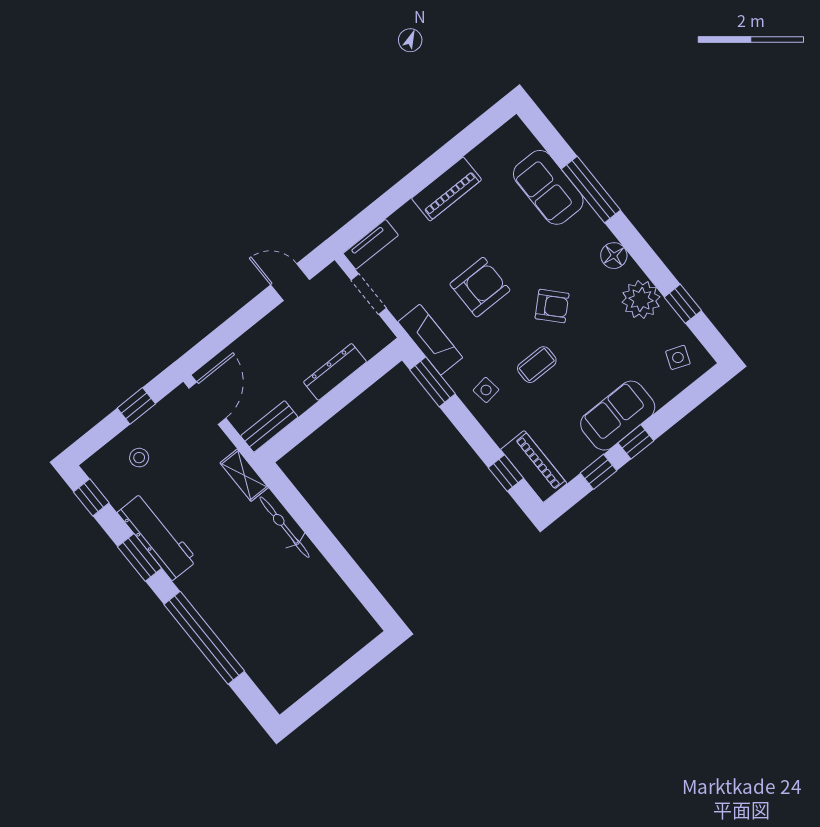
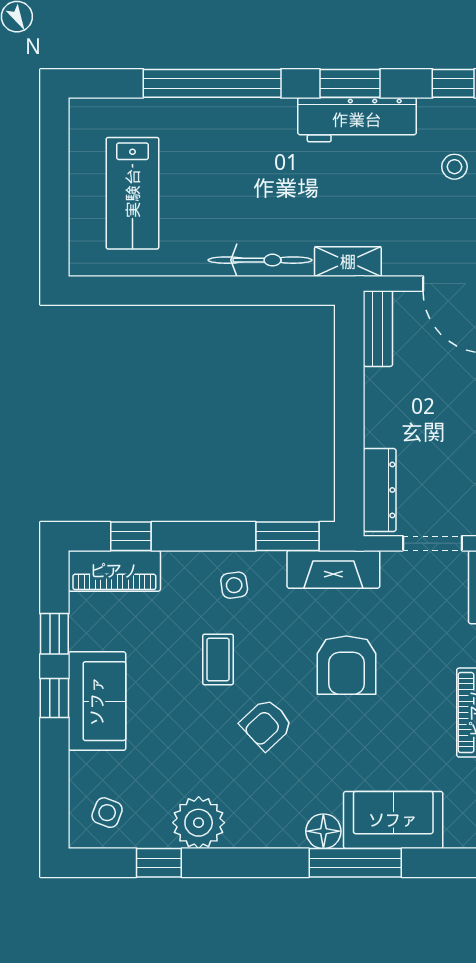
floor lamp: (614, 256) -> (323, 831), moved
dresser: (335, 372) -> (380, 490), moved
lab bench: (305, 633) -> (133, 193), added

